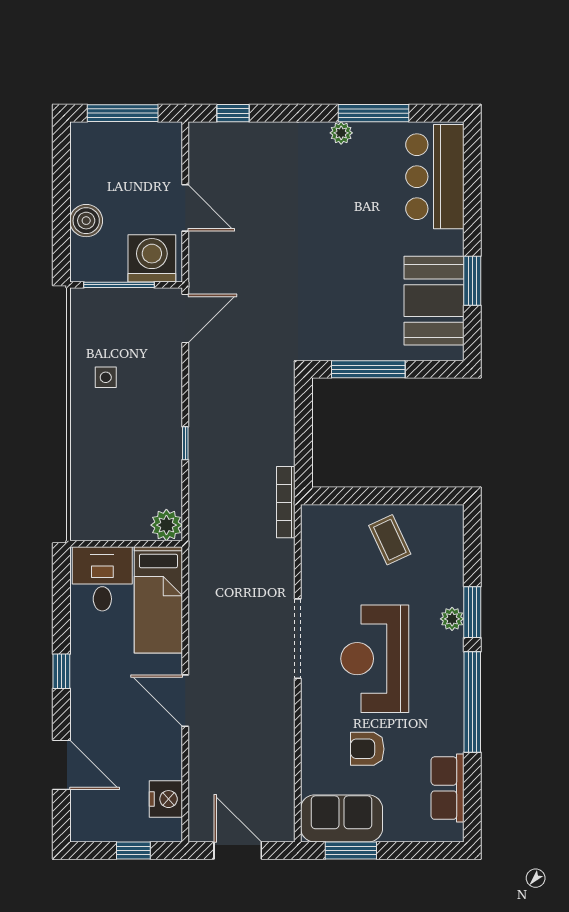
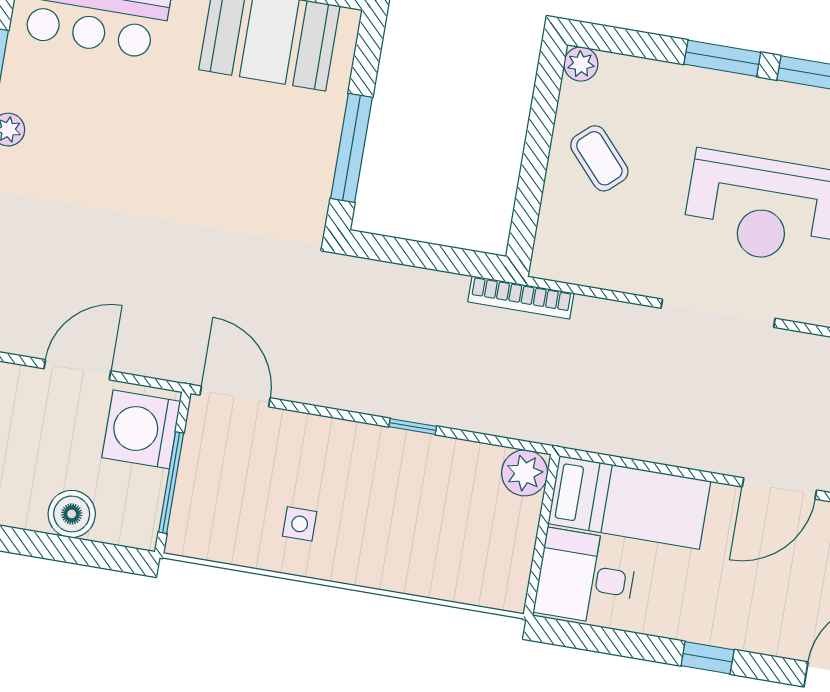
coffee table: (390, 540) -> (599, 158), turned 73
plant: (452, 619) -> (581, 64), moved

